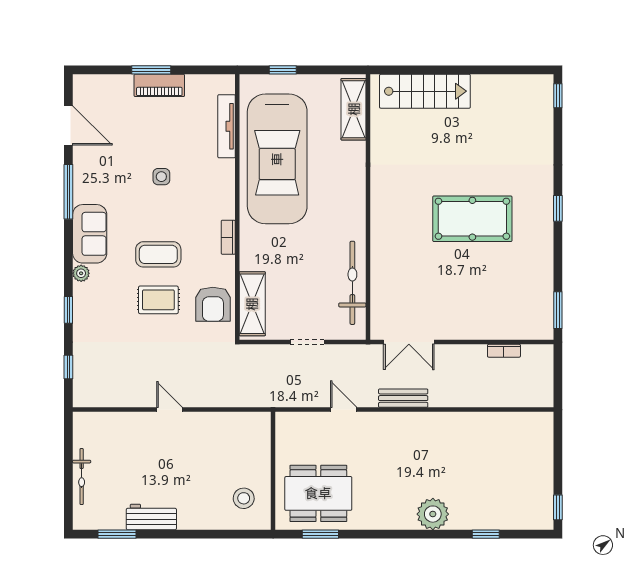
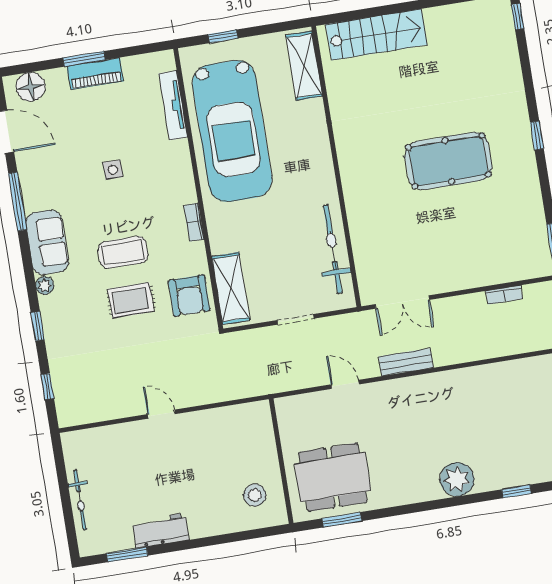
floor lamp: (98, 88) -> (30, 87), added

